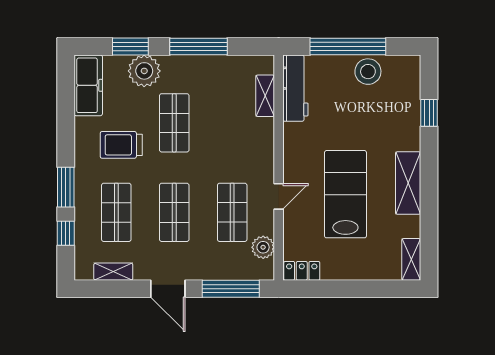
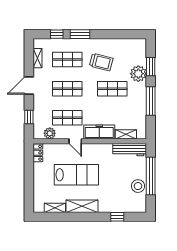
freezer: (88, 85) -> (99, 132), moved, turned 180
trolley: (121, 145) -> (101, 62), turned 104
shelving: (411, 259) -> (55, 208), moved
window: (231, 289) -> (29, 117), width x0.46

